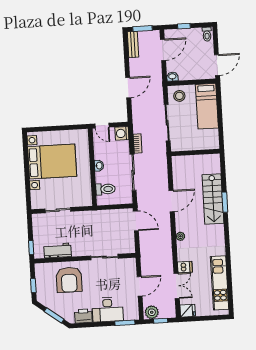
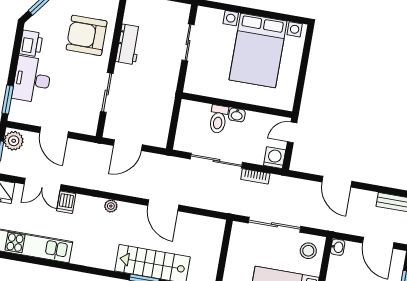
toilet: (105, 189) -> (218, 119), moved
door: (136, 221) -> (128, 145), moved
workbench: (58, 251) -> (129, 44), moved

